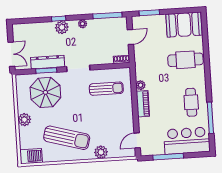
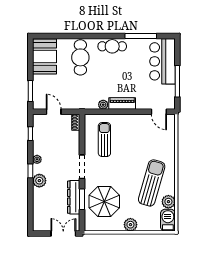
window: (107, 16) -> (30, 134), width x0.46
window: (59, 19) -> (30, 171), moved
cafe table: (191, 102) -> (112, 46), moved
plant: (101, 152) -> (168, 202), moved

